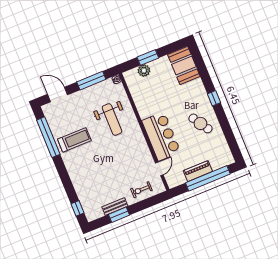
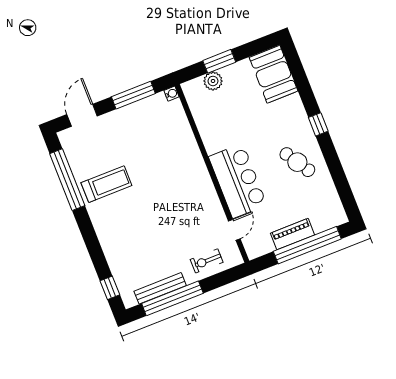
door: (58, 94) -> (82, 115), hinge flipped
weight bench: (112, 119) -> (164, 154), removed
bench: (115, 207) -> (160, 288), width x1.36
window: (119, 215) -> (172, 298), width x2.11

